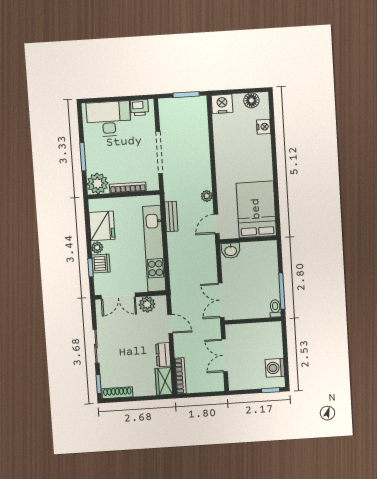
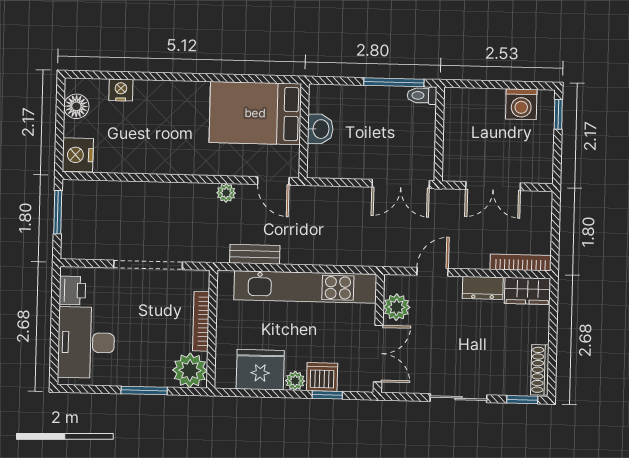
washbasin: (231, 251) -> (320, 129), moved

